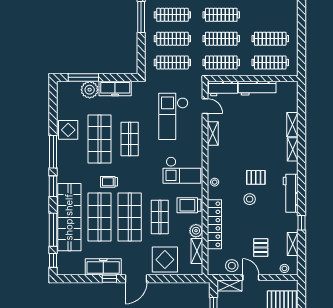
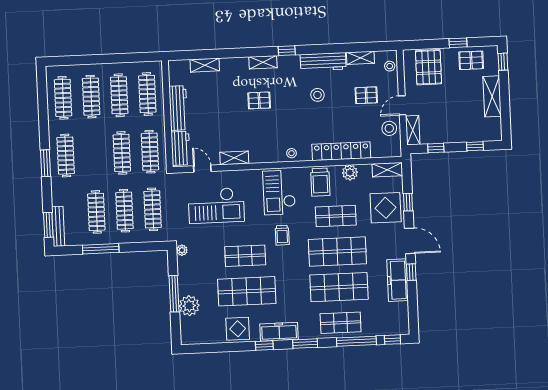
clothes rail: (221, 15) -> (91, 97), moved
window: (83, 77) -> (174, 294), moved
plant: (137, 86) -> (182, 250), added
freezer: (115, 88) -> (279, 332), moved, turned -90
door: (205, 106) -> (202, 169), hinge flipped
shelving: (292, 125) -> (205, 65), moved
shelving: (293, 149) -> (263, 62), moved
window: (53, 152) -> (264, 345), width x0.46
checkout: (182, 170) -> (279, 192), turned 180
pallet: (256, 177) -> (259, 100), moved, turned 90
trolley: (109, 182) -> (282, 235), moved
workbench: (291, 193) -> (323, 62), moved
stool: (250, 199) -> (317, 95), moved
shop shelf: (69, 217) -> (341, 323), width x0.50, depth x0.74
window: (301, 223) -> (287, 51), moved
shelving: (197, 251) -> (387, 170), moved
window: (169, 279) -> (408, 202), added

